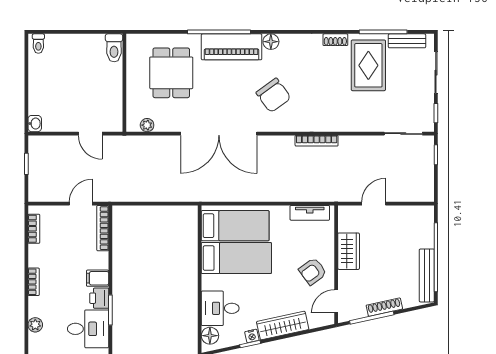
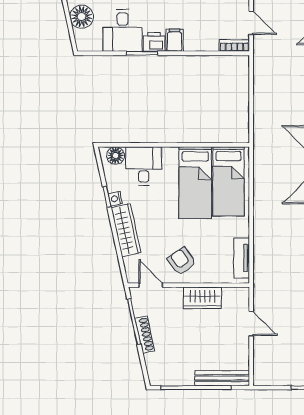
bookcase: (103, 228) -> (234, 45), width x0.64
bench: (427, 275) -> (222, 378), moved

